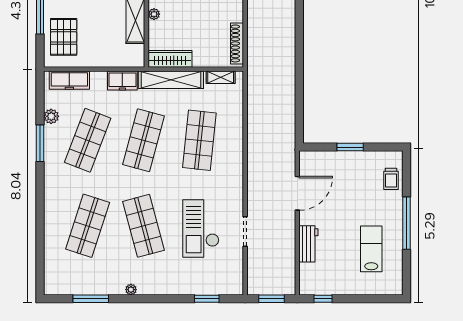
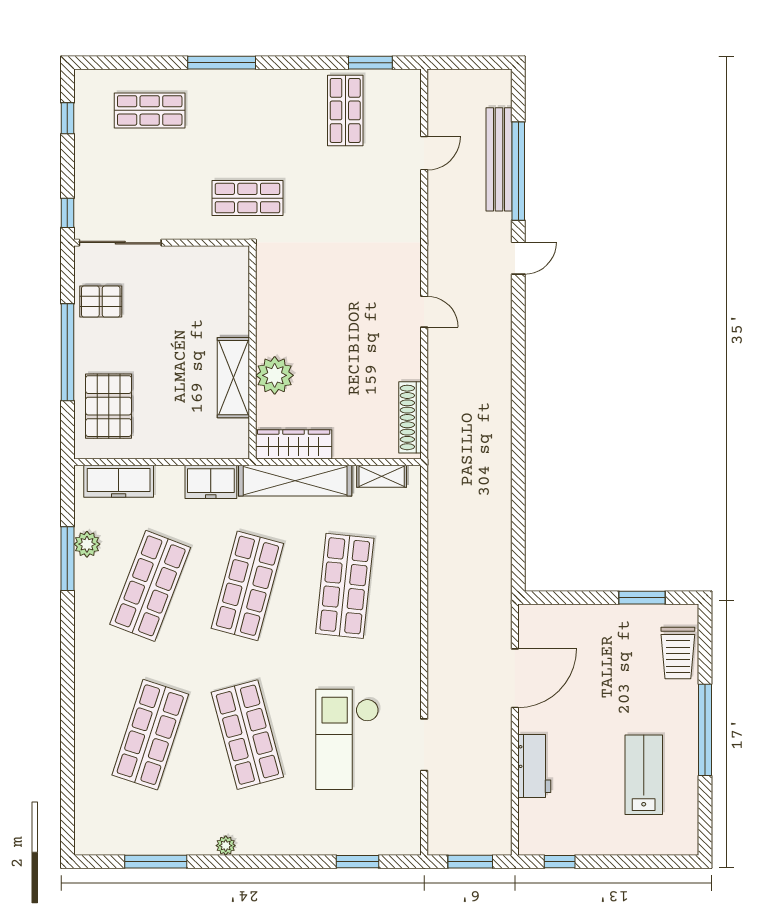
plant: (154, 14) -> (275, 375), width x1.88, depth x1.88
window: (40, 143) -> (67, 559), moved
window: (350, 147) -> (642, 598), moved
trolley: (391, 179) -> (678, 653), width x1.36, depth x1.39

